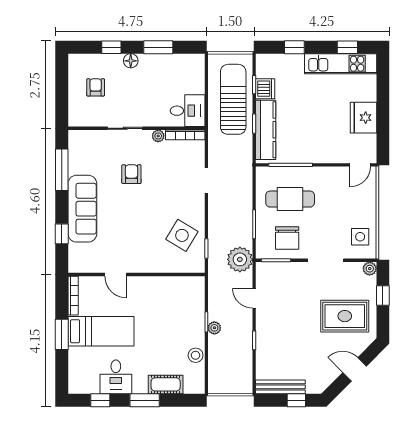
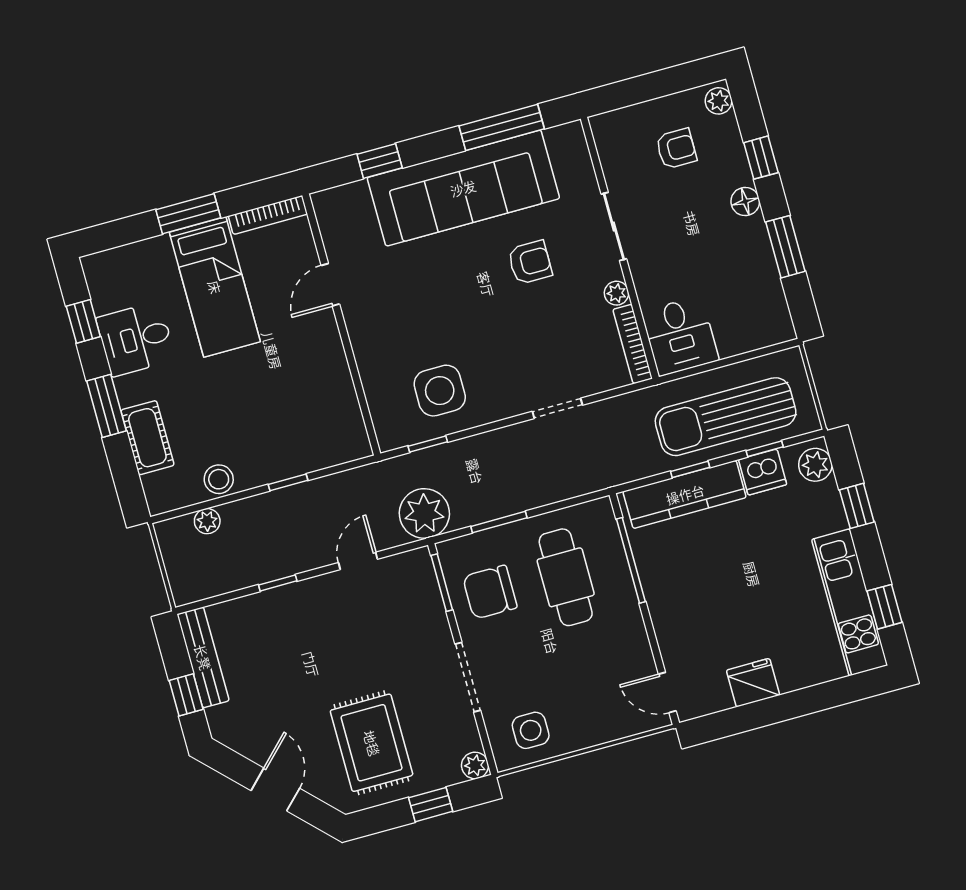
plant: (78, 60) -> (719, 101), added
plant: (269, 62) -> (815, 465), added
sun lounger: (233, 99) -> (726, 417), turned 180
fridge: (363, 118) -> (753, 683), width x0.73, depth x0.75
sofa: (82, 209) -> (463, 188), width x1.36, depth x1.27
side table: (182, 235) -> (440, 391), turned -31
plant: (214, 328) -> (207, 521), moved

